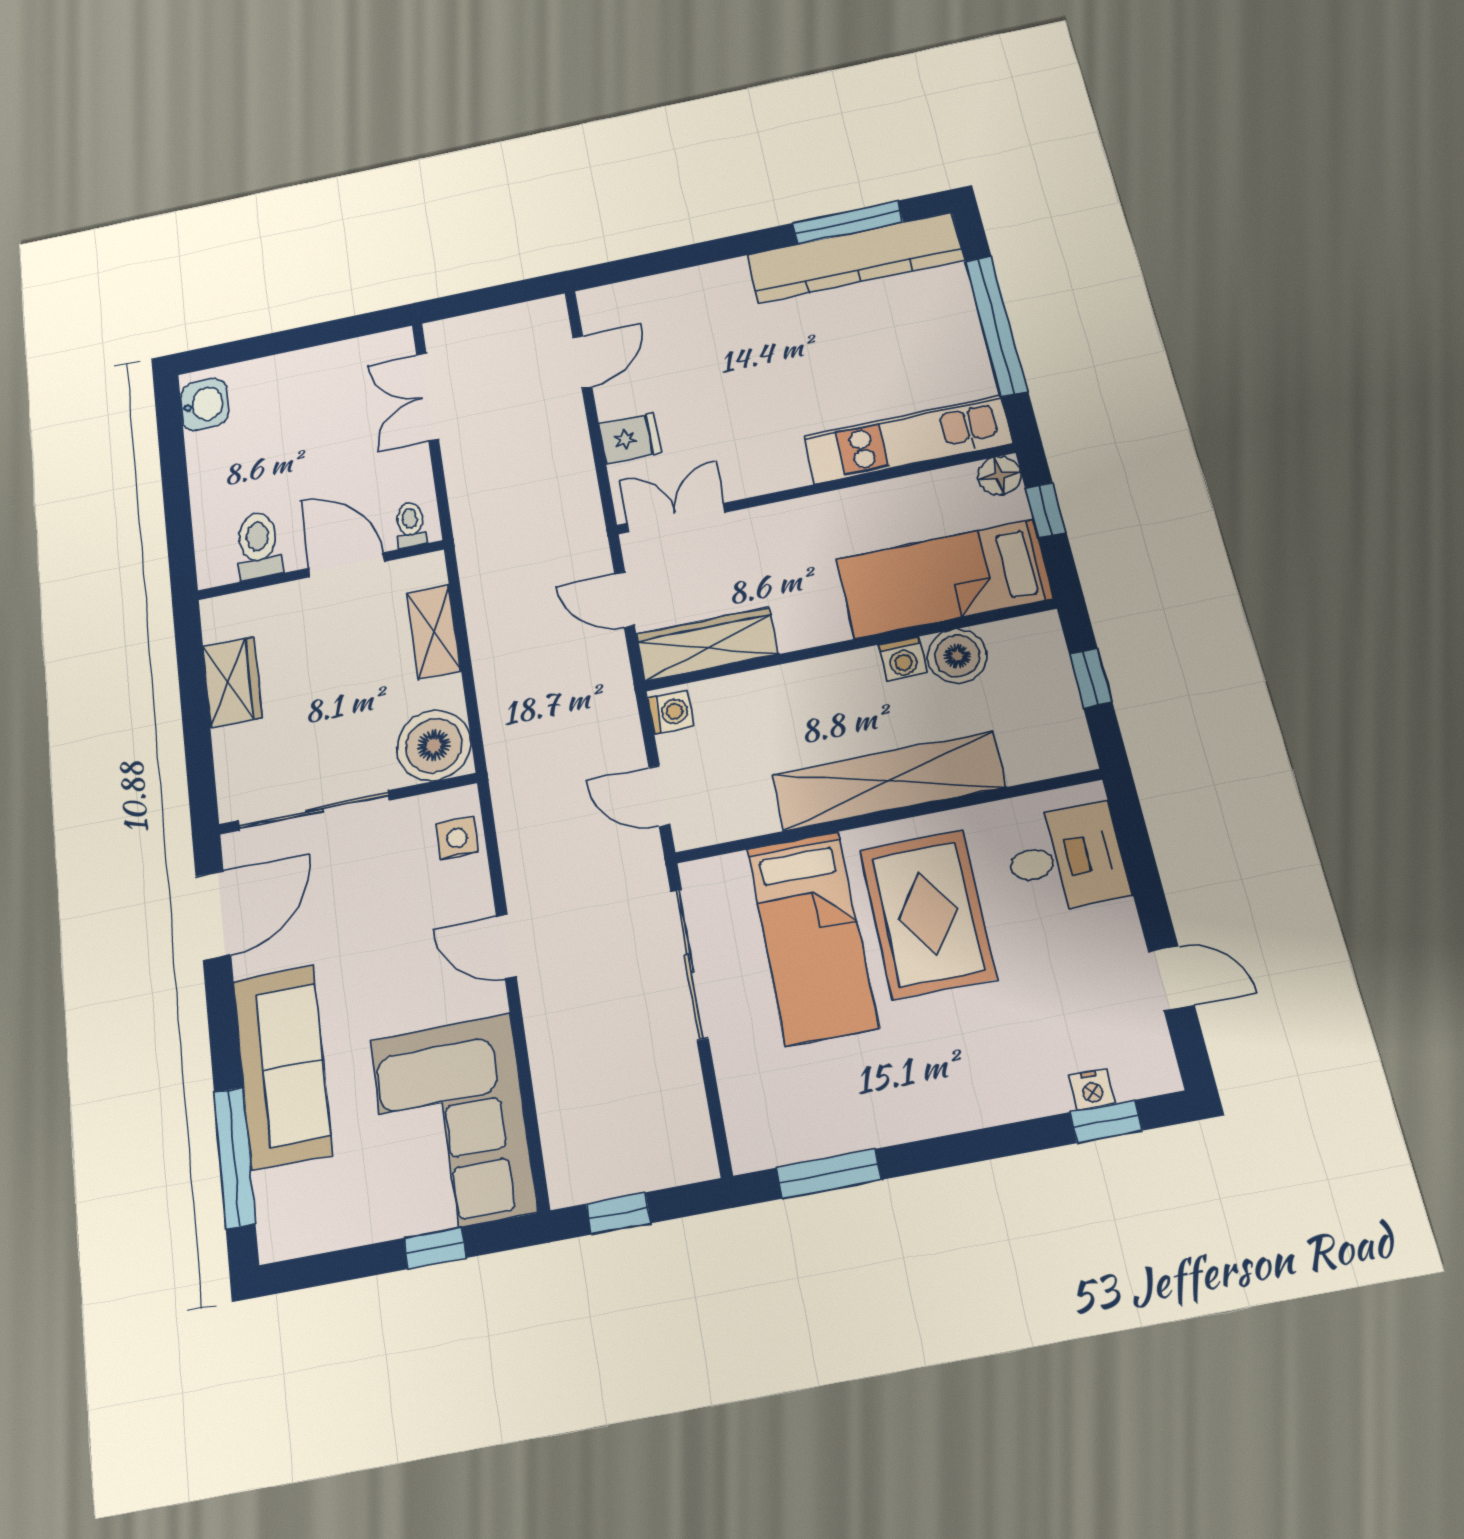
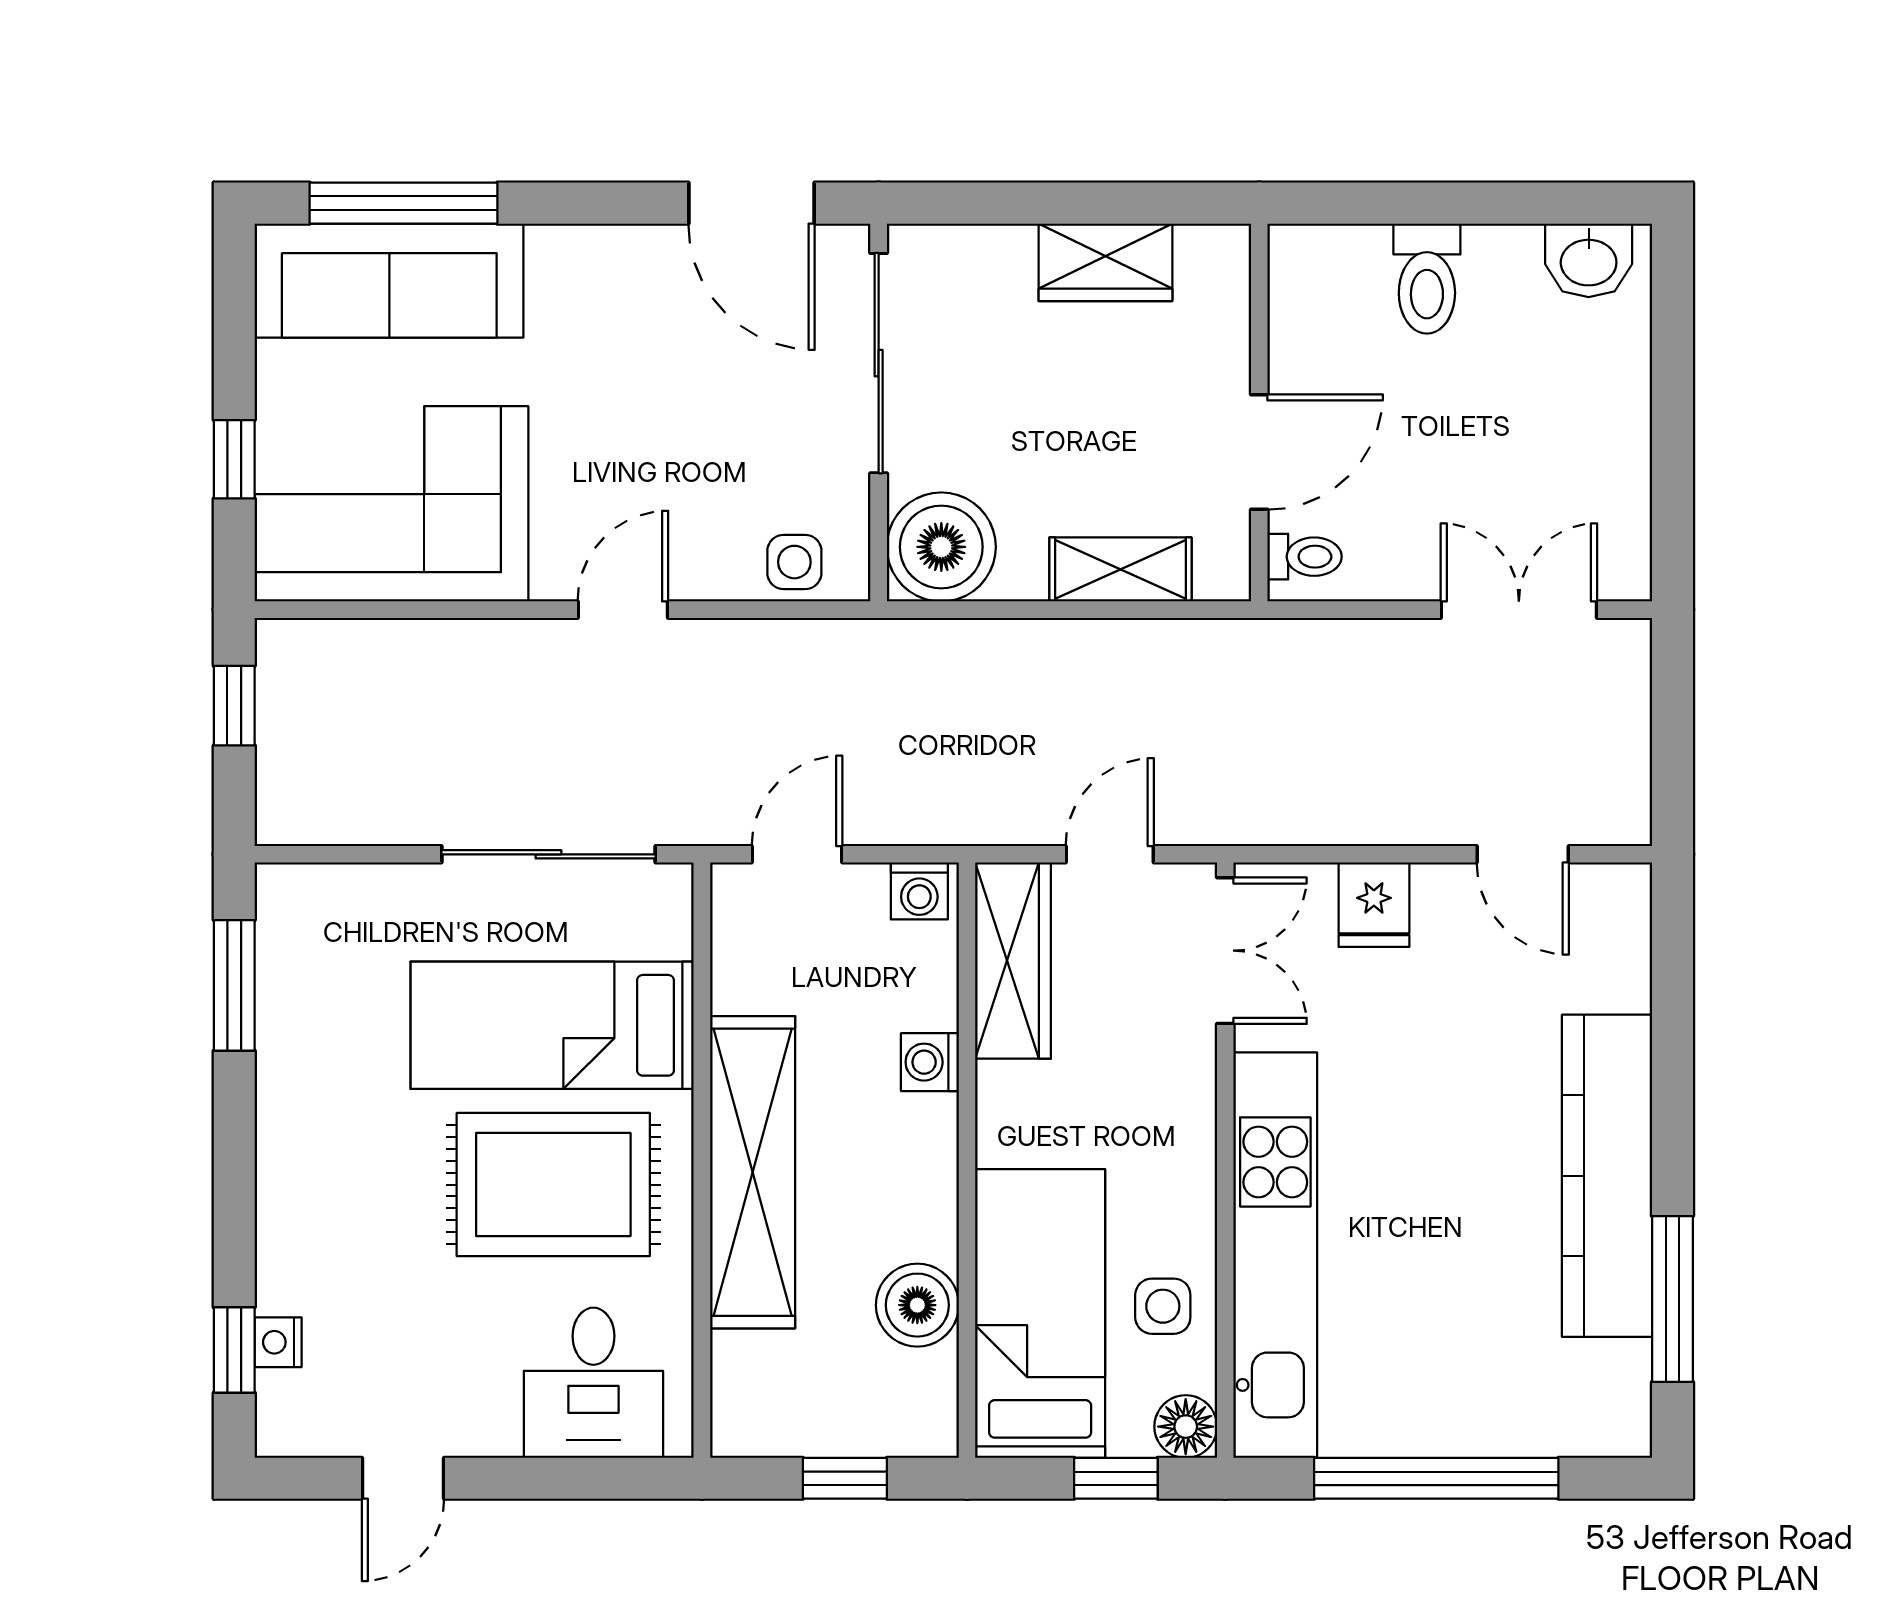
kitchen counter: (855, 257) -> (1607, 1176), moved
kitchen unit: (908, 440) -> (1275, 1255), width x1.36
side table: (922, 506) -> (1163, 1306), added
toilet: (258, 545) -> (1427, 279), moved, turned 90
washing machine: (903, 659) -> (930, 1062), moved
sofa: (282, 1067) -> (389, 281), moved

